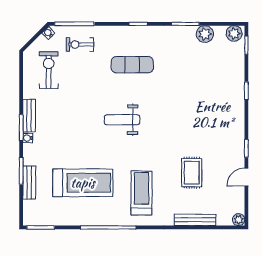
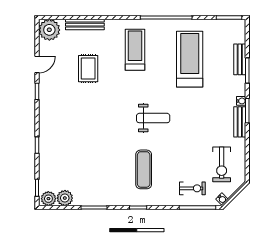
plant: (205, 34) -> (65, 198), moved
exercise mat: (132, 65) -> (144, 169), turned 90
treadmill: (83, 183) -> (190, 59), turned 90
treadmill: (141, 193) -> (135, 50), turned 180
plant: (239, 220) -> (49, 30), width x1.87, depth x1.87

